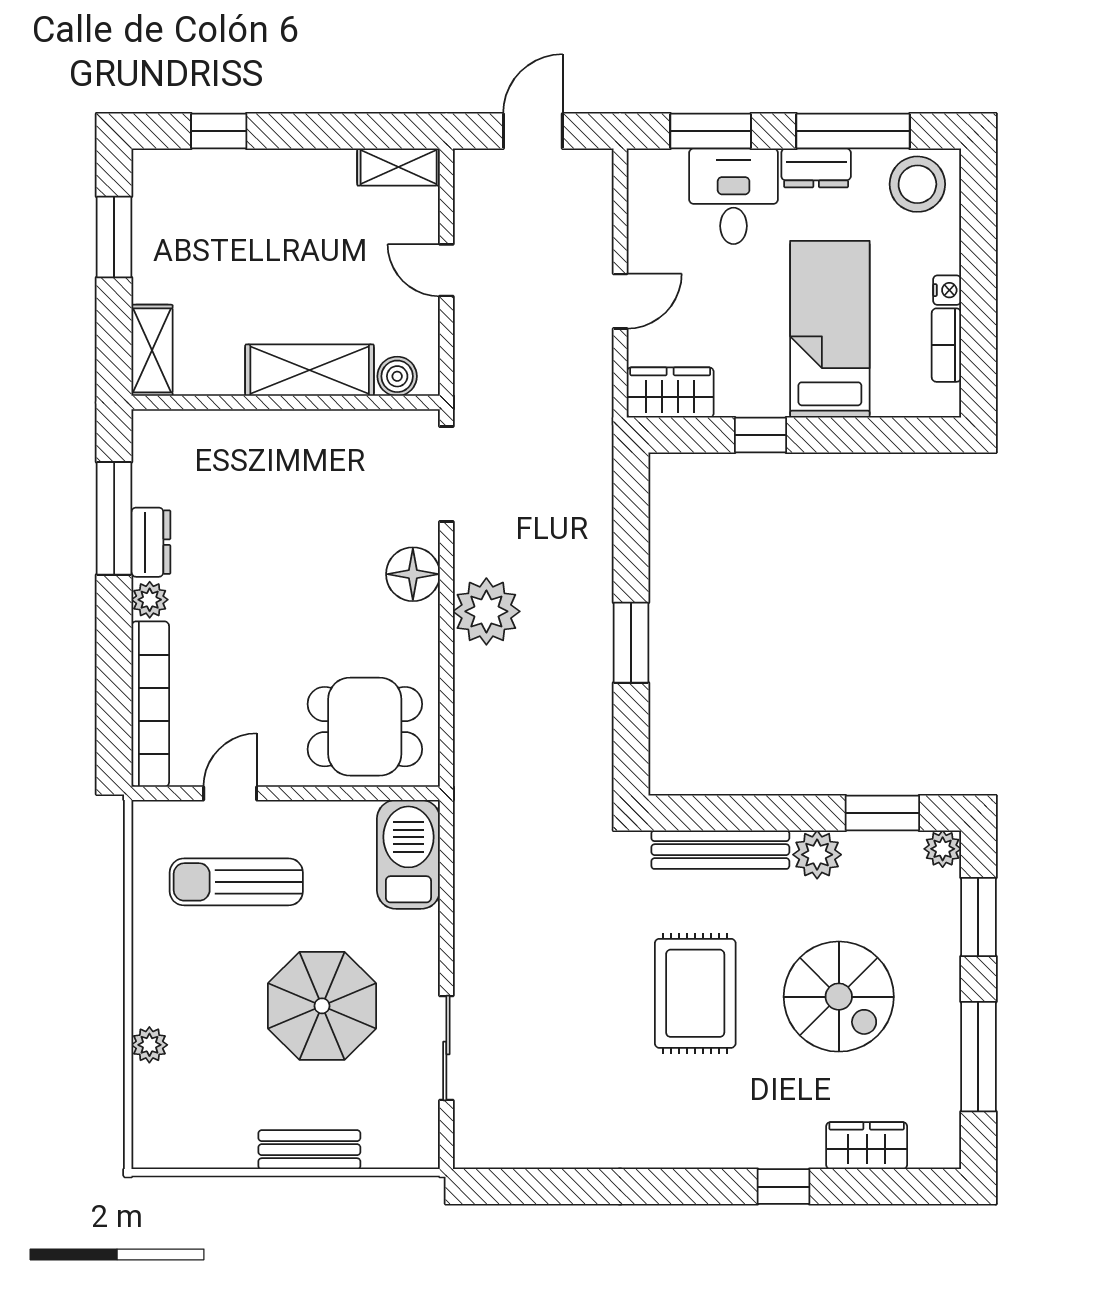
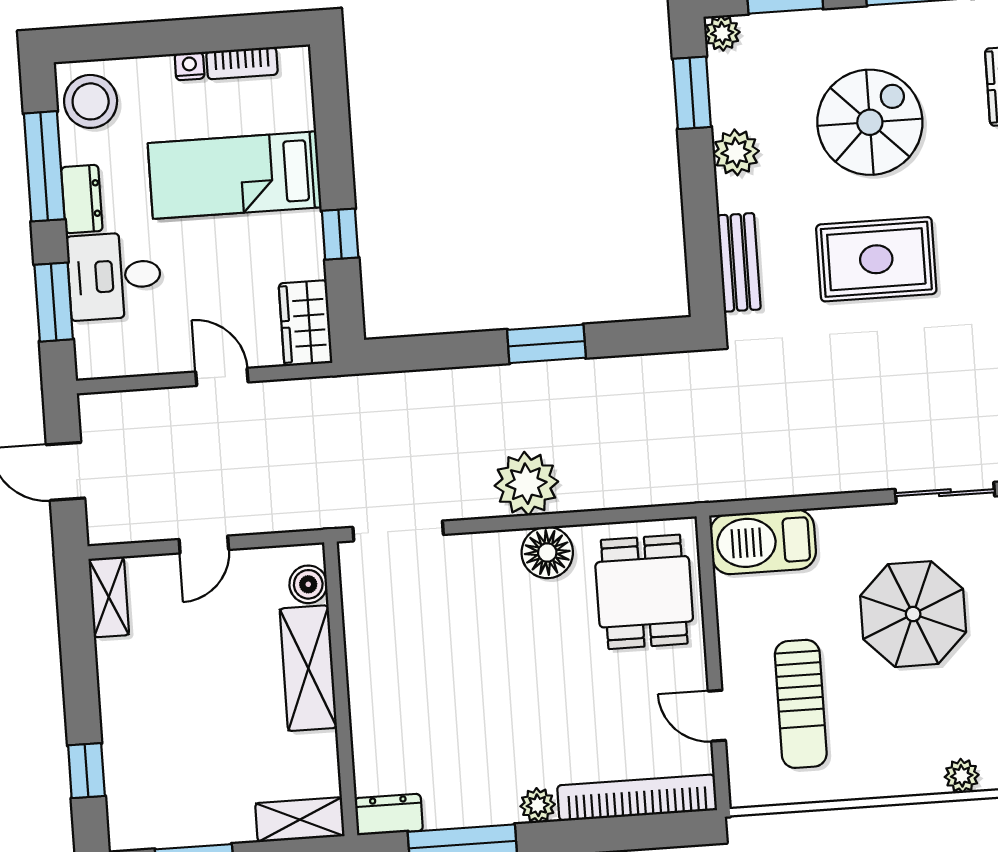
dresser: (151, 542) -> (389, 814), moved
floor lamp: (413, 574) -> (547, 553), moved
bench: (720, 850) -> (739, 262), width x0.73

